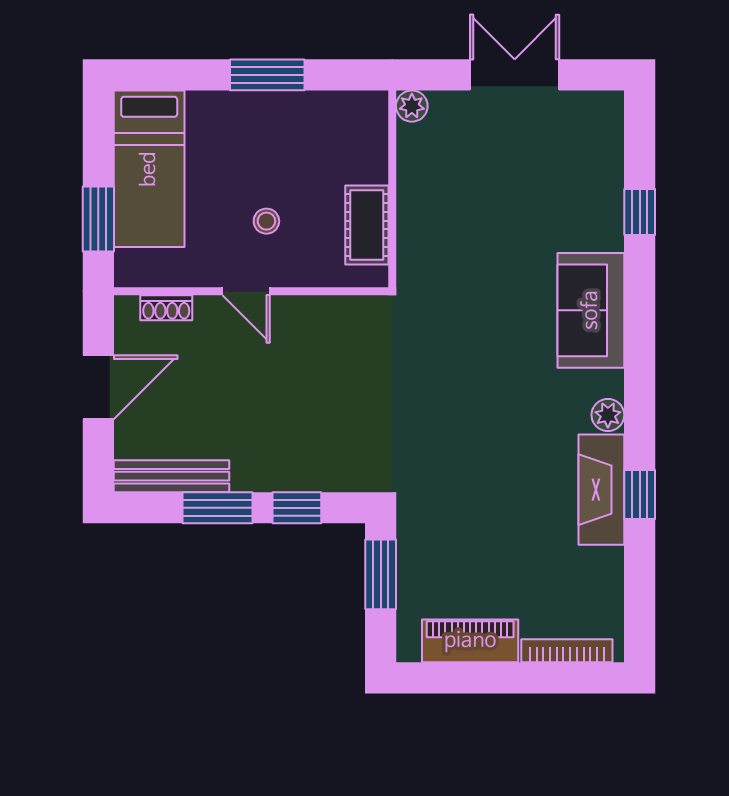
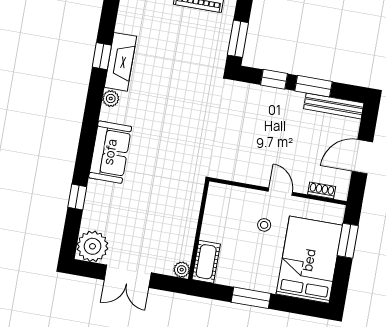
plant: (593, 121) -> (92, 246), added
bed: (149, 169) -> (309, 260), width x1.50
cot: (367, 225) -> (206, 262), moved

